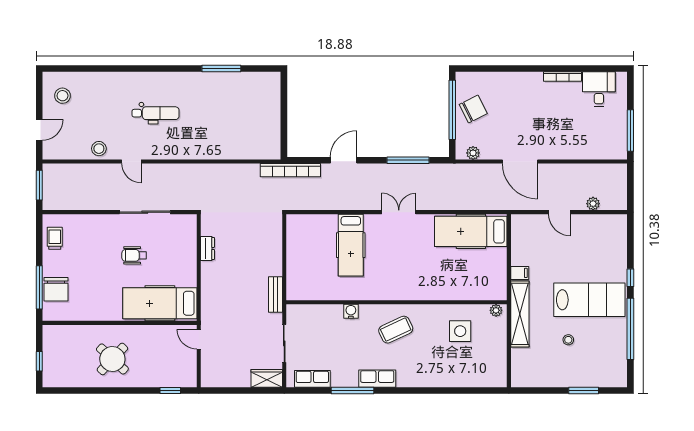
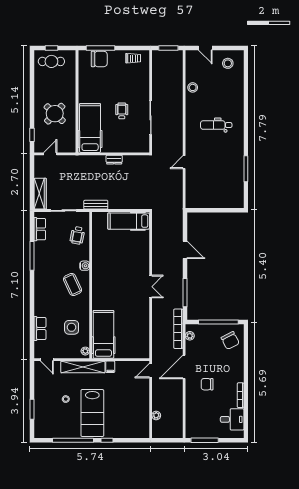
chair: (473, 109) -> (230, 340), moved
dental chair: (155, 113) -> (216, 125), turned 90
chair: (546, 127) -> (207, 384), added
door: (131, 161) -> (184, 162), moved
bookcase: (290, 170) -> (178, 329), moved
door: (559, 212) -> (151, 371), moved
hospital bed: (471, 231) -> (103, 334), moved
hospital bed: (351, 245) -> (129, 221), moved
dresser: (207, 248) -> (114, 160), moved
chair: (56, 289) -> (99, 59), turned 180
water cooler: (351, 311) -> (85, 266), moved
wheelchair: (322, 322) -> (77, 235), added
door: (199, 339) -> (50, 154), moved
round table: (112, 359) -> (55, 114), moved
cafe table: (60, 361) -> (51, 61), added
door: (509, 368) -> (47, 360), added
wardrobe: (267, 378) -> (40, 194), width x1.50
row of seats: (377, 379) -> (40, 328), moved

